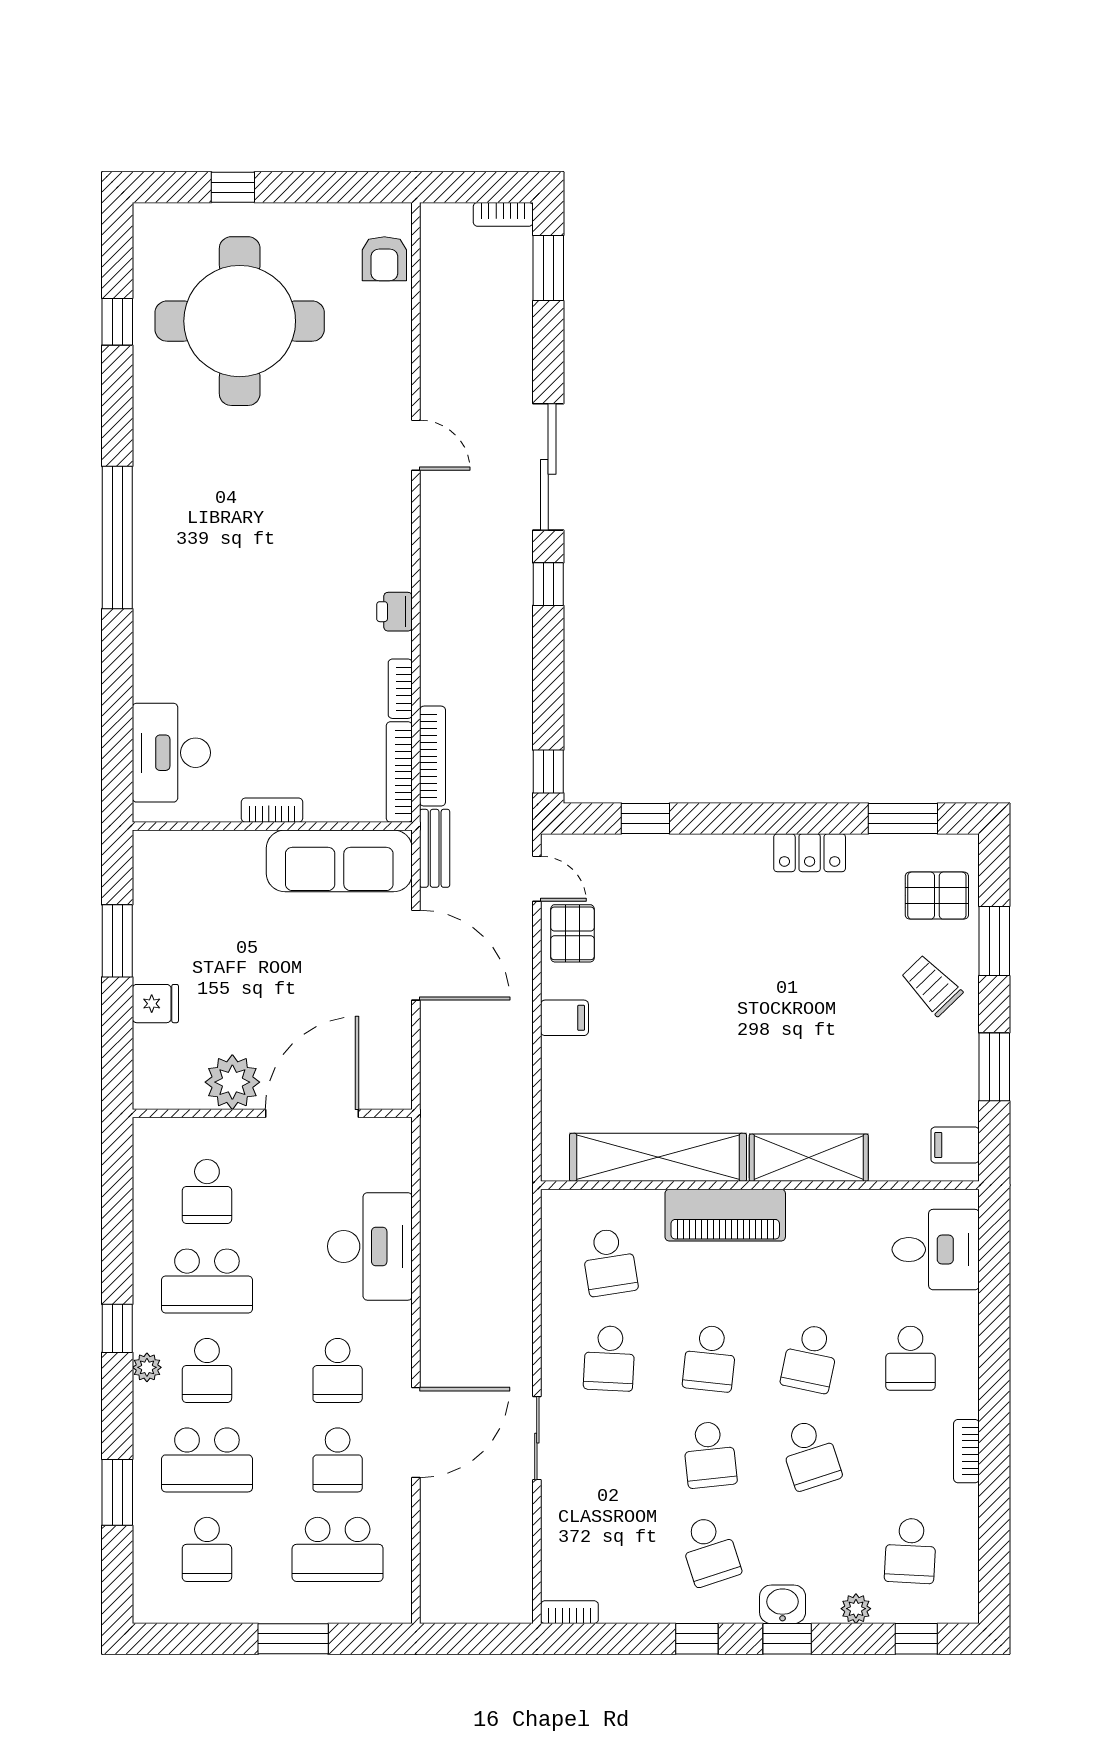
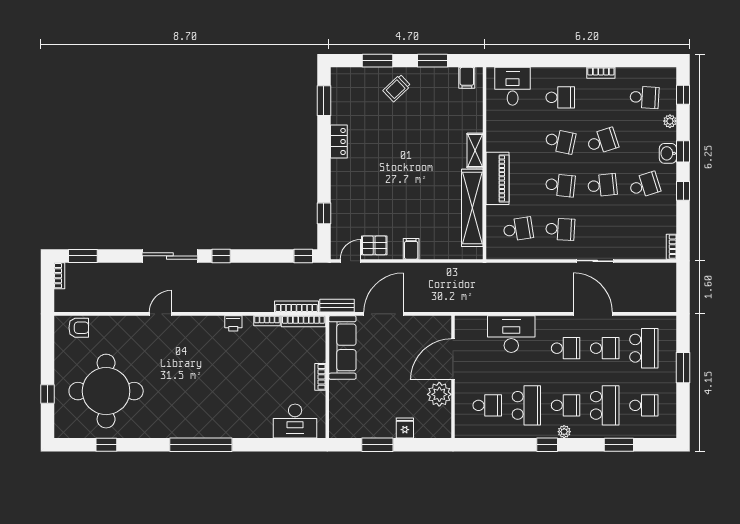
pallet: (937, 896) -> (358, 86), removed
door: (312, 1113) -> (453, 359), hinge flipped
shelving: (809, 1158) -> (475, 151), width x0.67, depth x0.75

